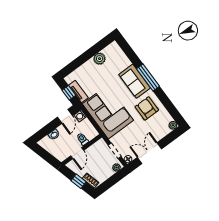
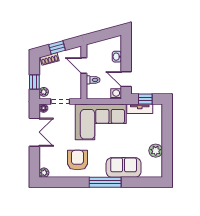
sofa: (135, 81) -> (124, 167), moved
armchair: (147, 108) -> (77, 160), turned -90
window: (115, 179) -> (34, 82), added

